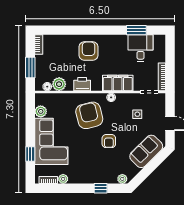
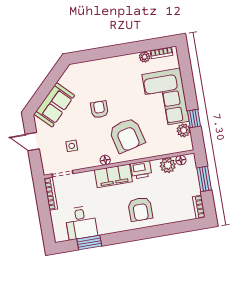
filing cabinet: (118, 83) -> (113, 176), moved
window: (30, 154) -> (194, 118), moved
plant: (122, 179) -> (76, 68), removed
window: (101, 188) -> (100, 53), removed

